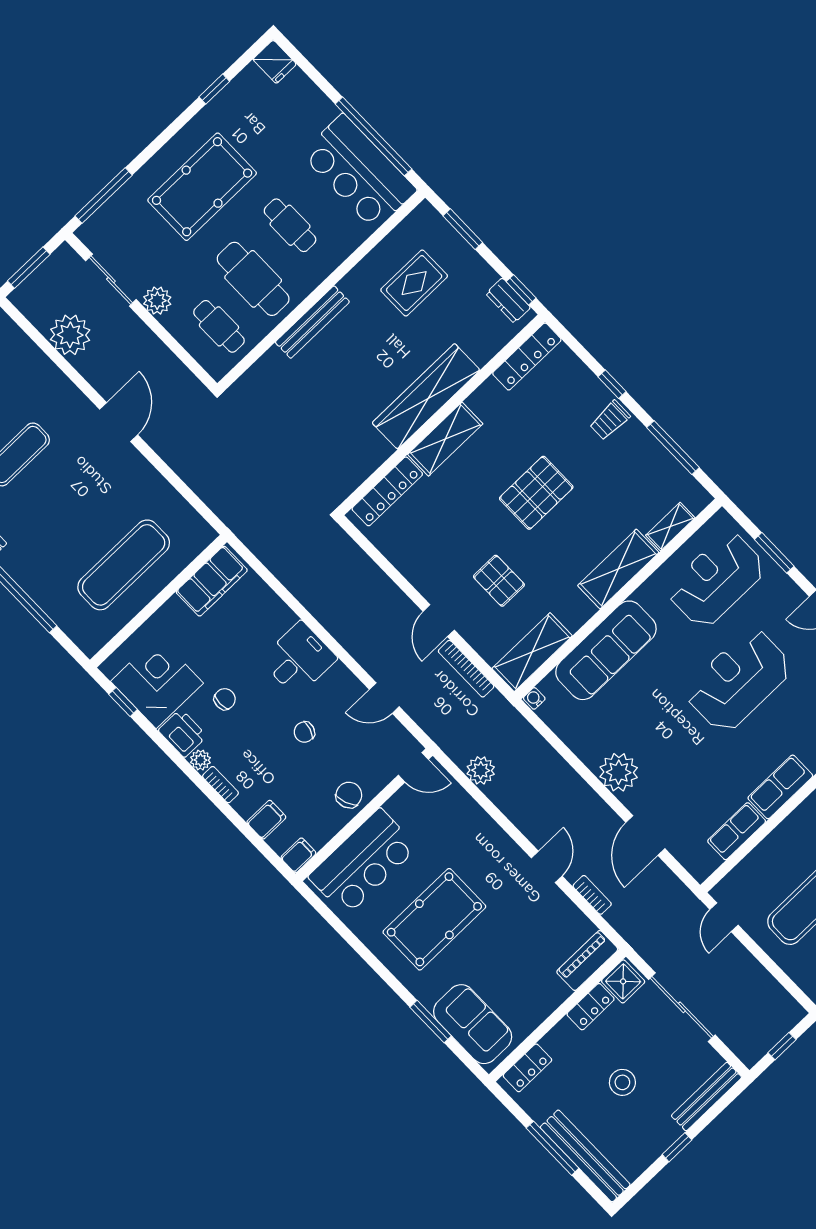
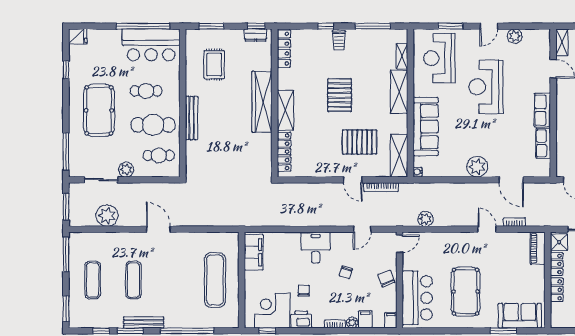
pallet: (499, 581) -> (360, 142), width x1.50, depth x1.42
plant: (200, 760) -> (352, 323), moved
locker: (527, 1068) -> (557, 290), moved

